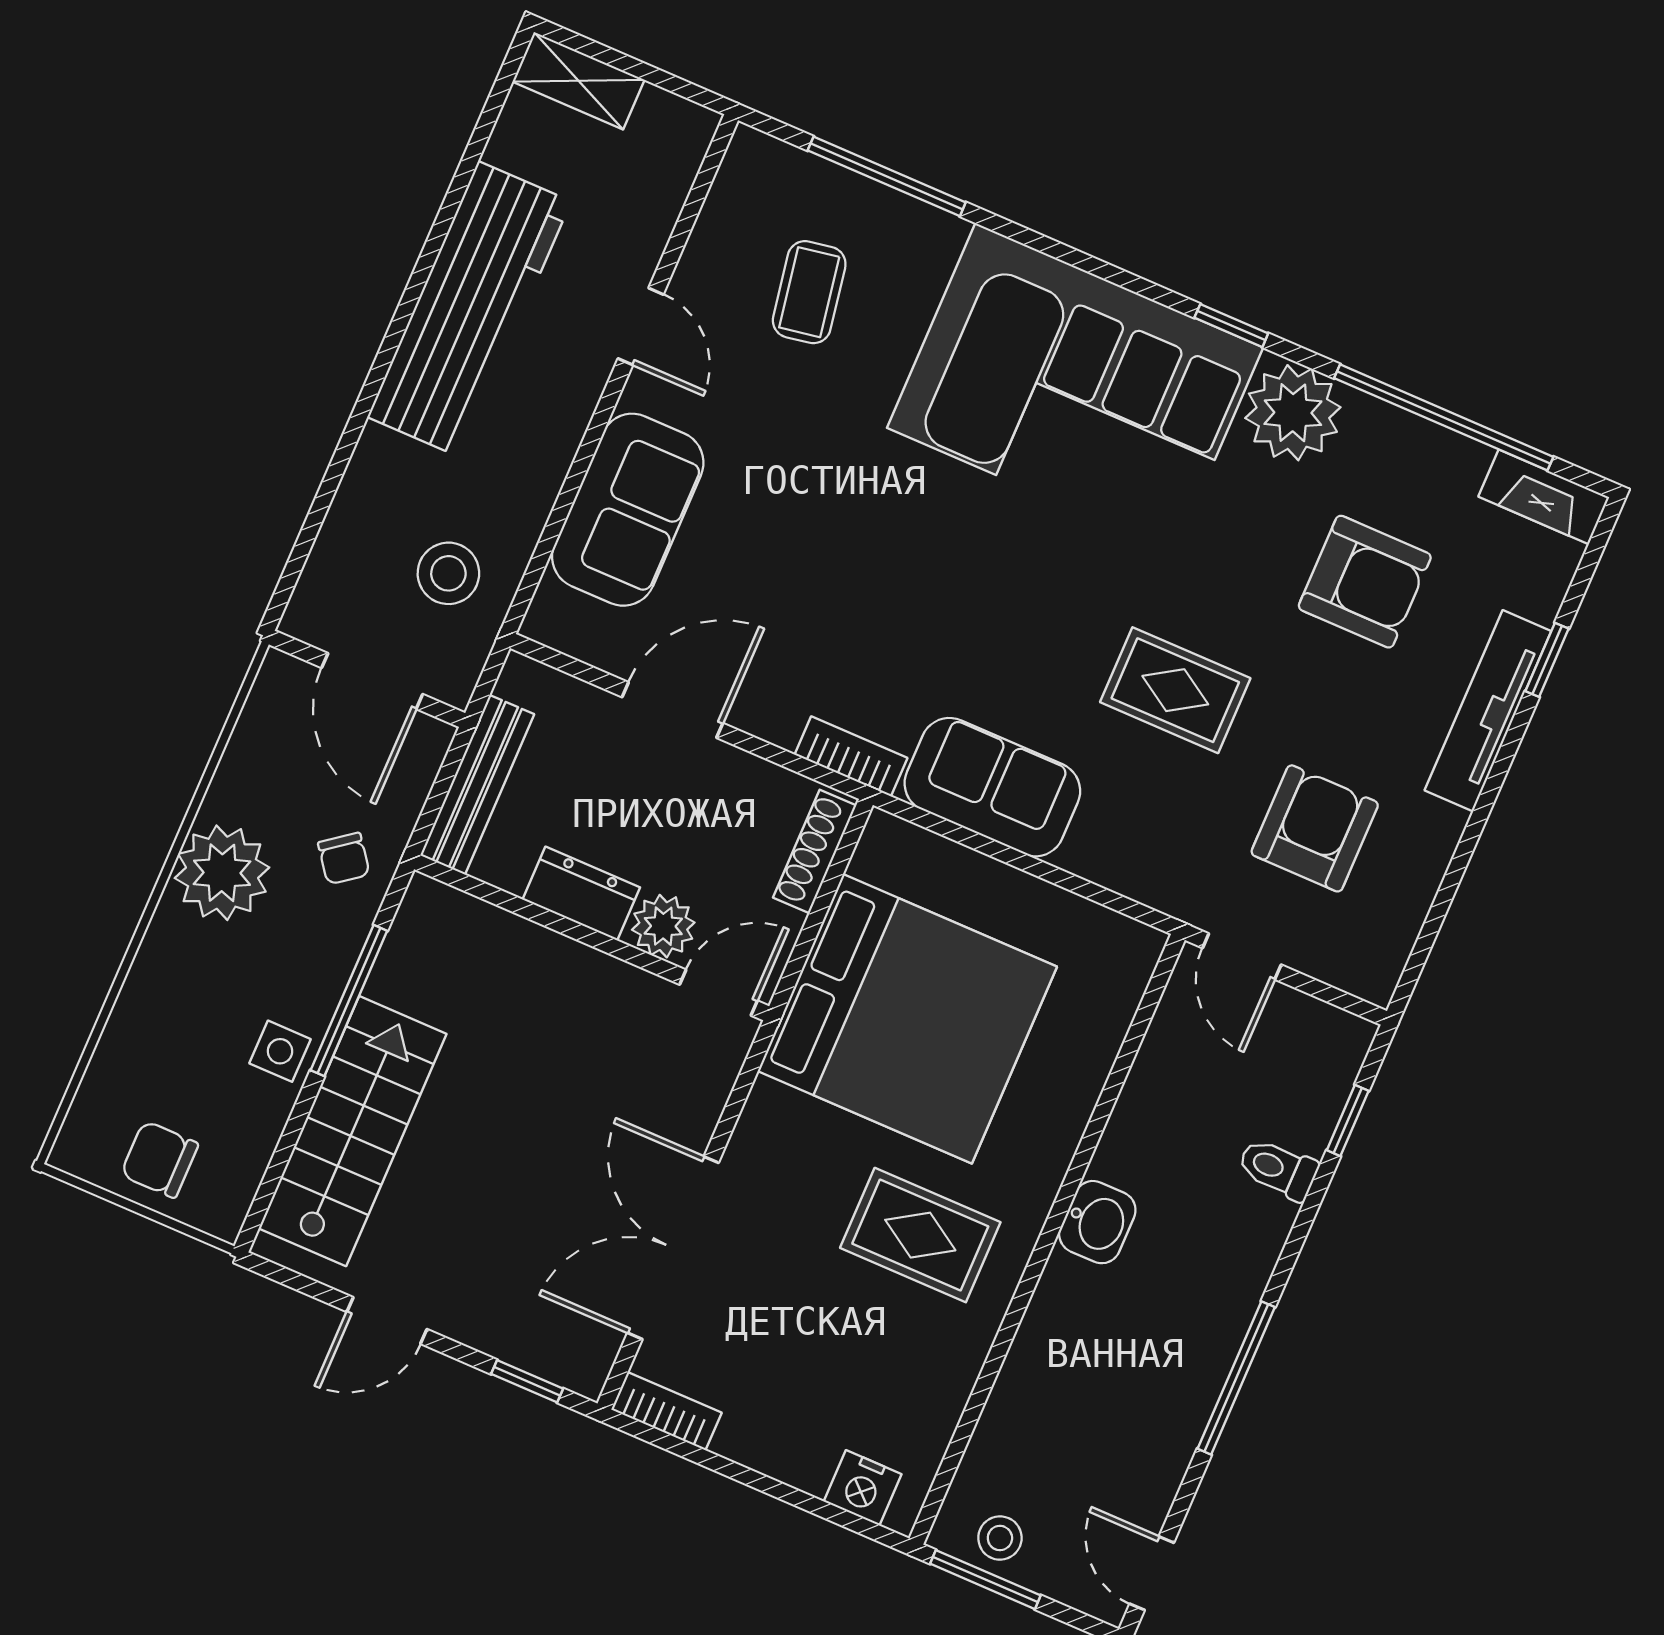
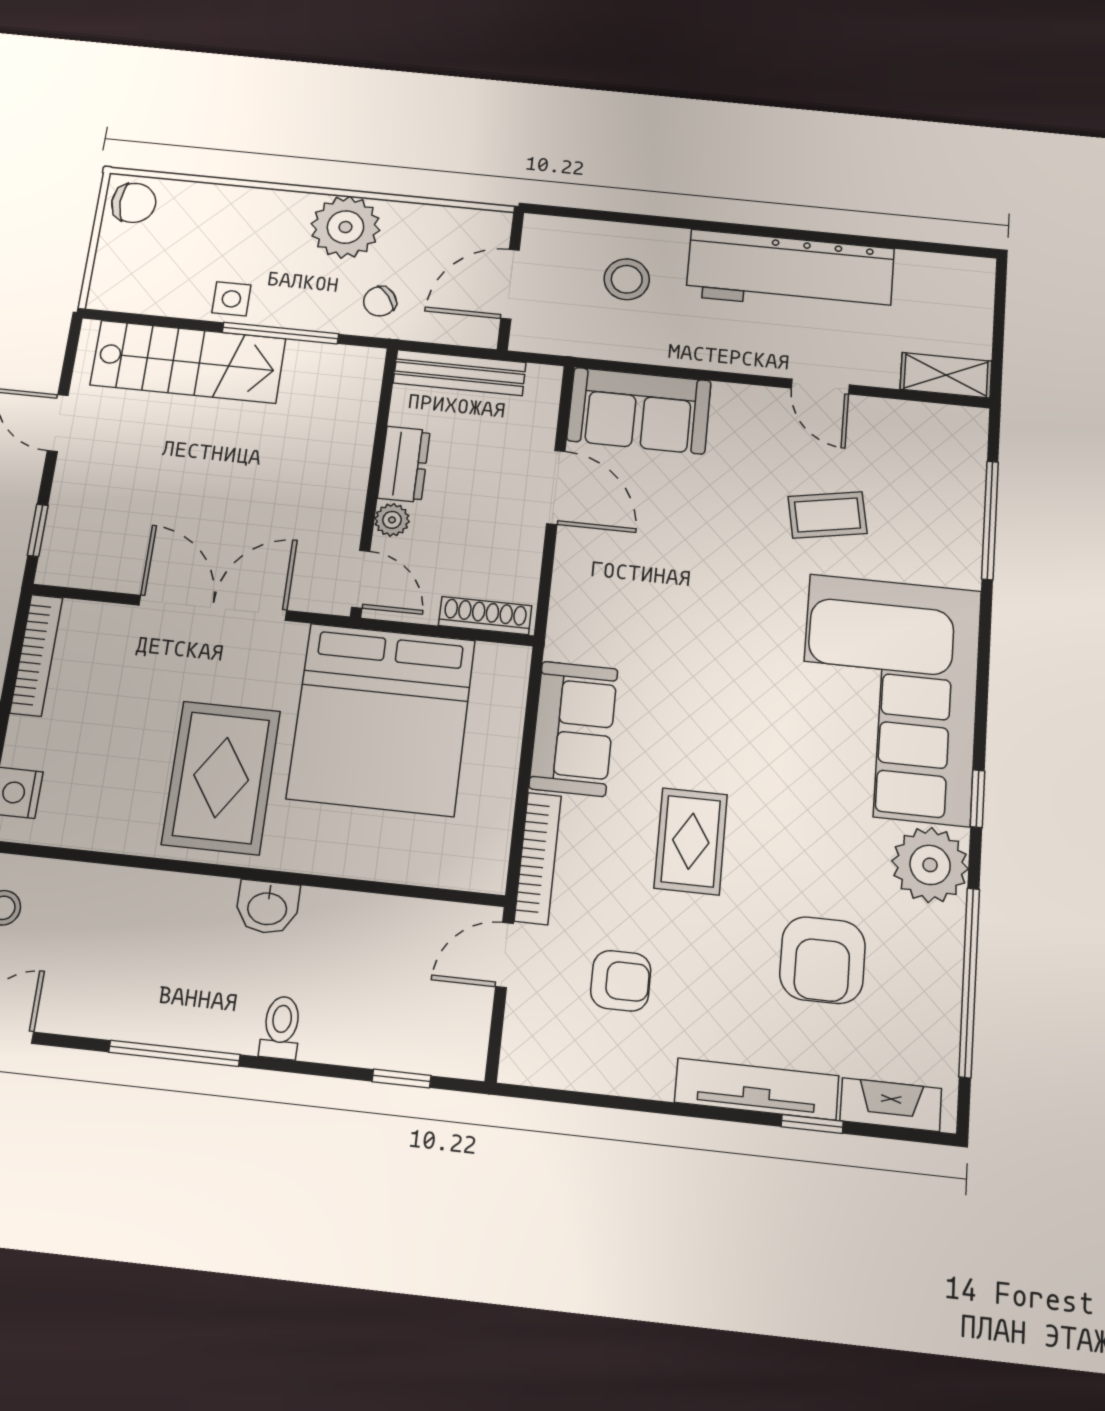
shelving: (578, 81) -> (946, 375), moved, turned 90
coffee table: (809, 292) -> (827, 515), moved
door: (641, 326) -> (820, 387), hinge flipped
fireplace: (1544, 497) -> (891, 1105), moved, turned 90
sofa: (628, 510) -> (639, 411), moved
stool: (448, 573) -> (627, 279), moved
bookcase: (851, 756) -> (538, 858), moved, width x1.56
armchair: (1315, 828) -> (621, 981), width x0.72, depth x0.72
plant: (663, 926) -> (392, 520), width x0.73, depth x0.73
chair: (159, 1159) -> (134, 203), moved, turned 90
toilet: (1278, 1169) -> (281, 1028), moved
rug: (920, 1235) -> (221, 777), width x1.36, depth x1.43
double door: (673, 1248) -> (213, 608), moved
bookcase: (666, 1411) -> (36, 655), width x1.56

